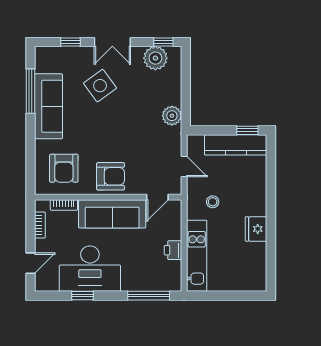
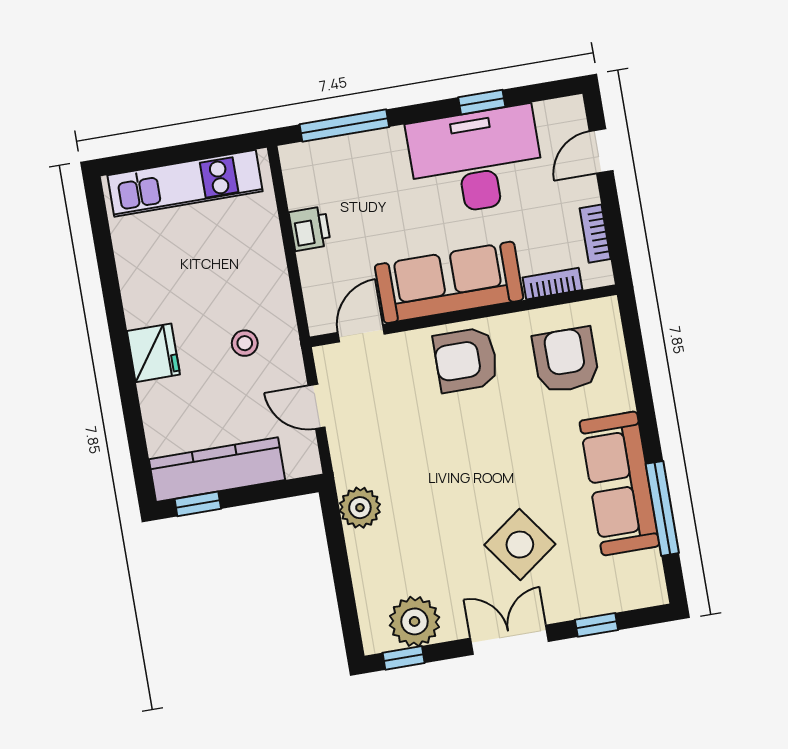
fridge: (256, 229) -> (153, 353), moved
kitchen unit: (197, 256) -> (185, 183), moved, turned -90

